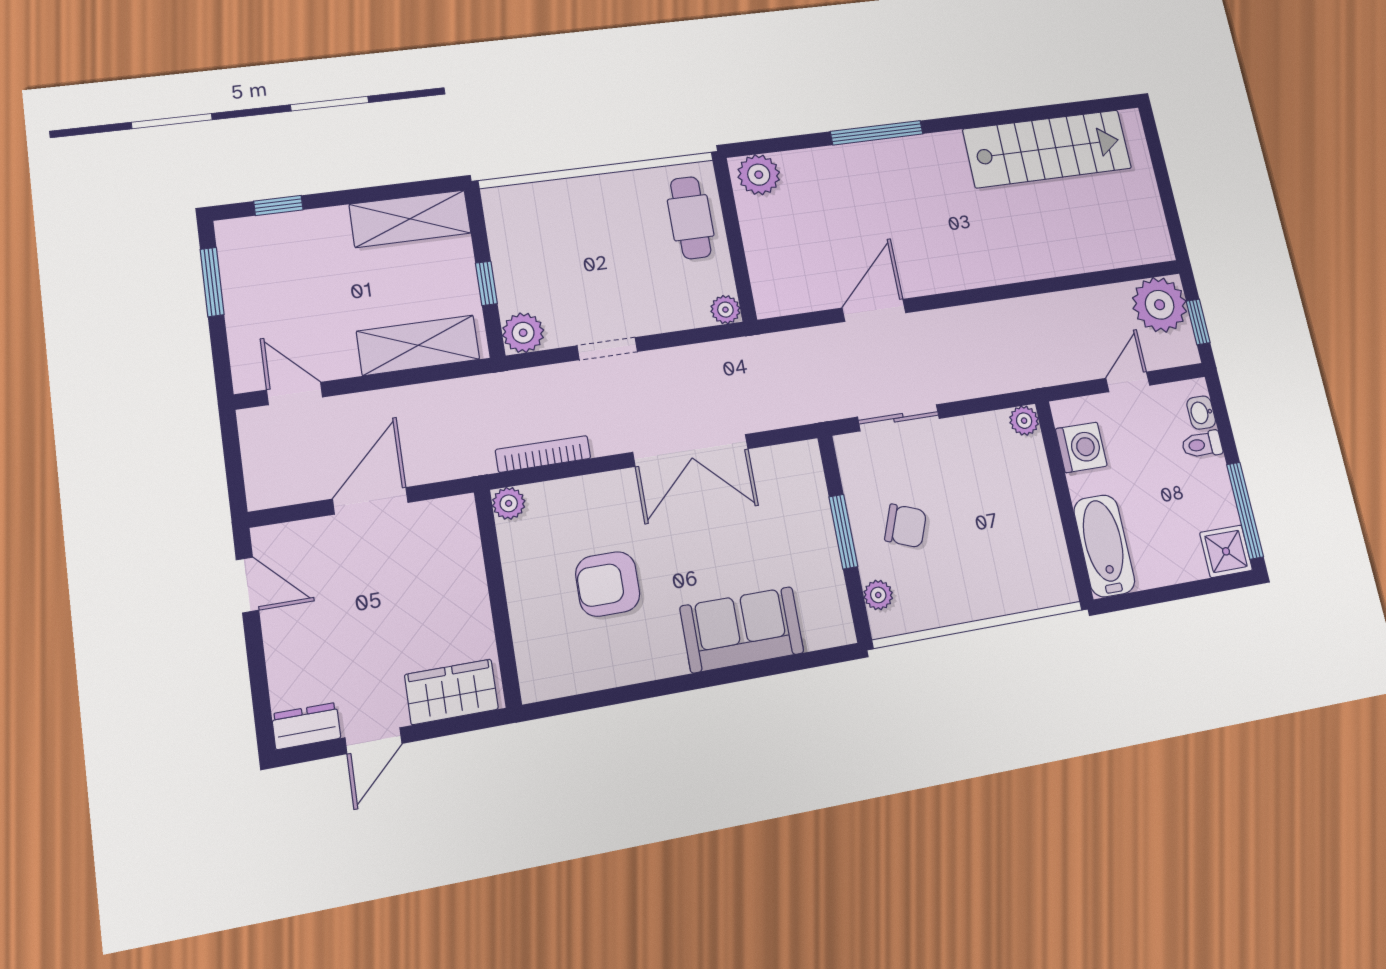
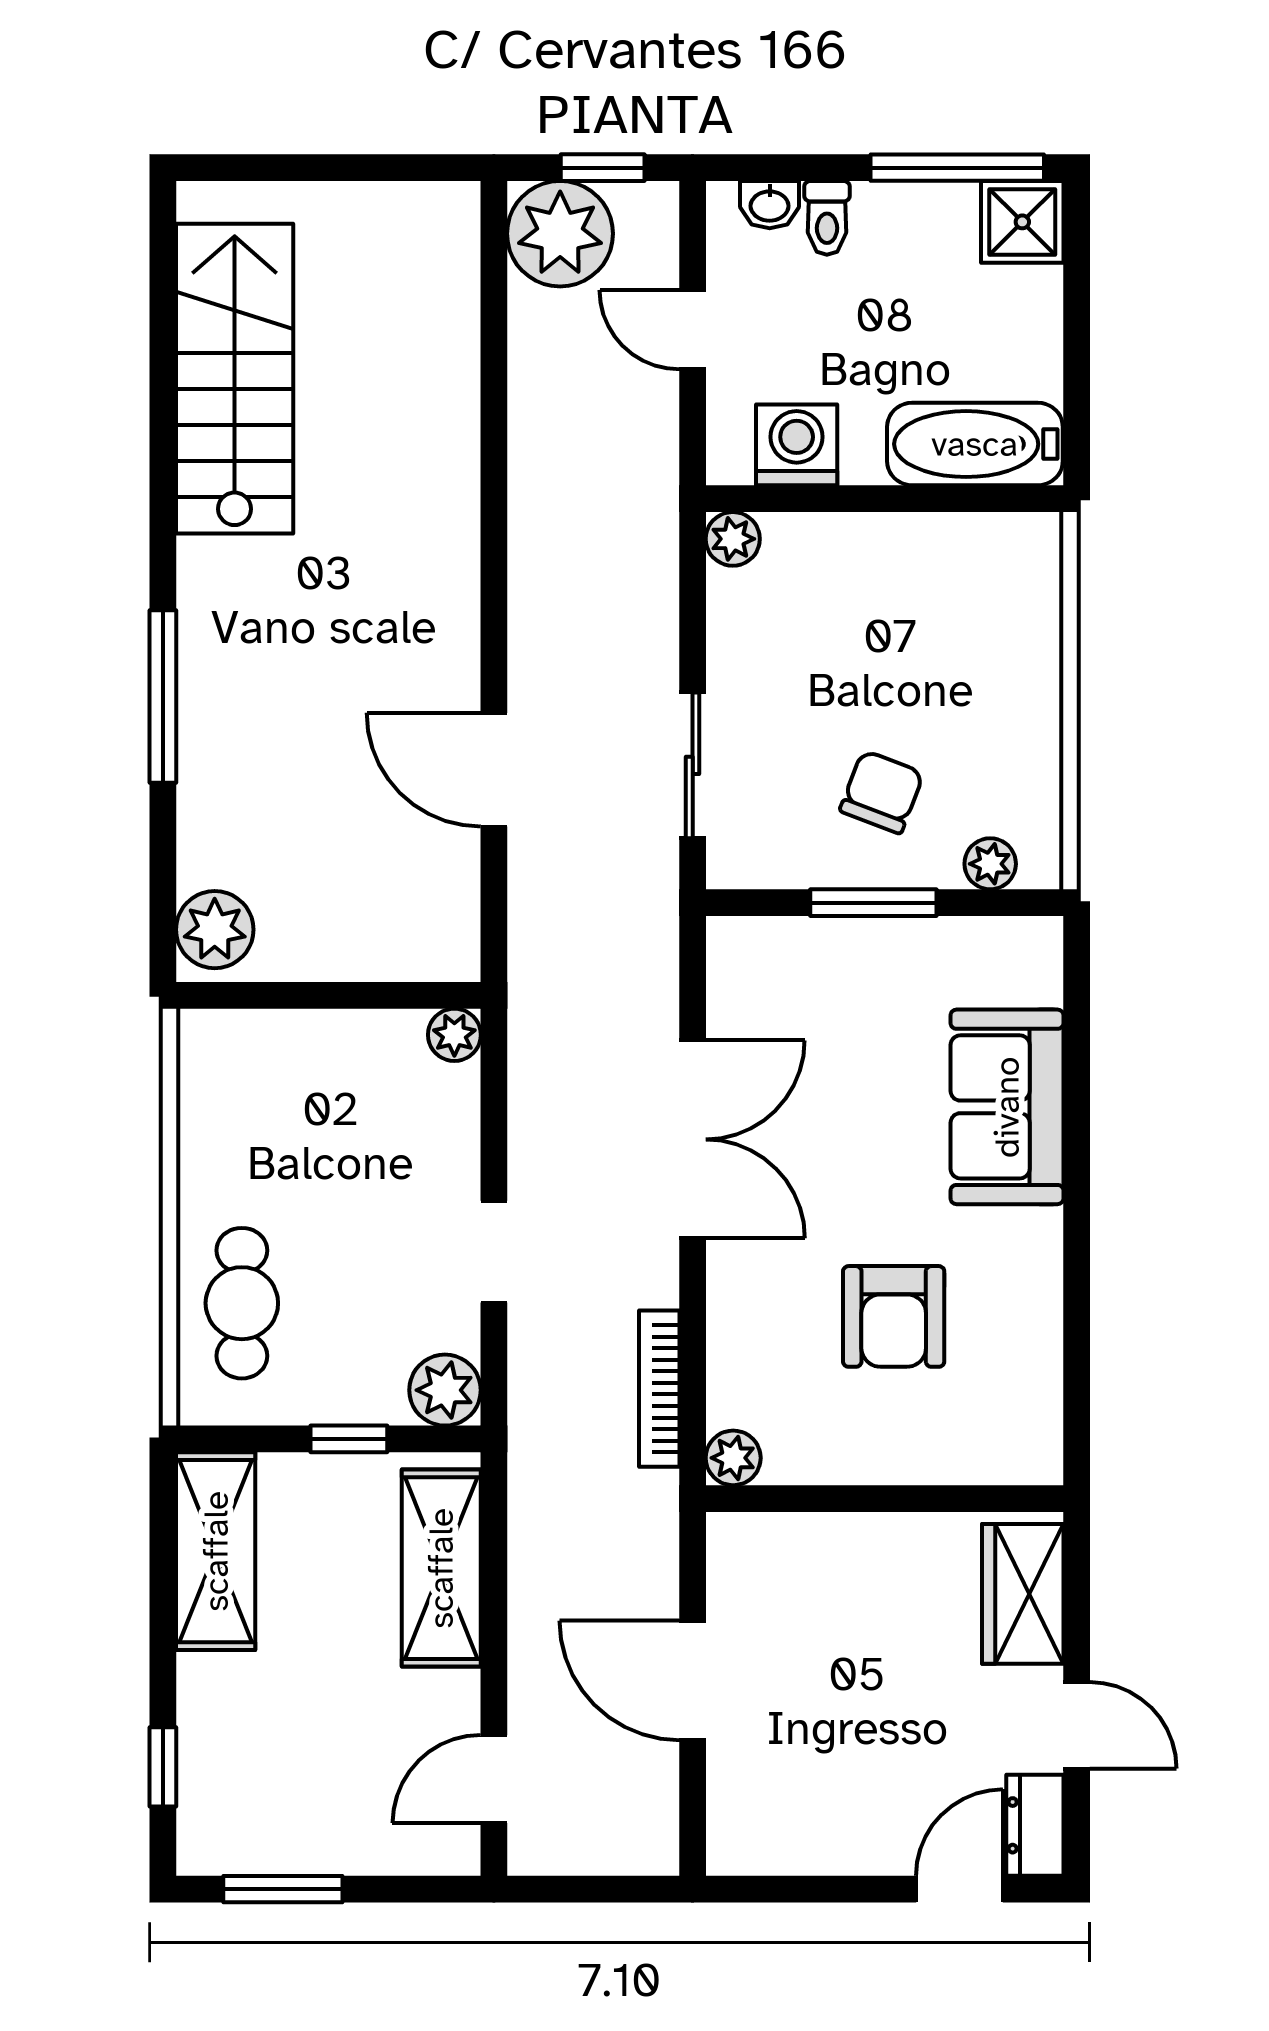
cafe table: (691, 218) -> (242, 1303), moved, turned 90
door: (248, 585) -> (960, 1889), moved

